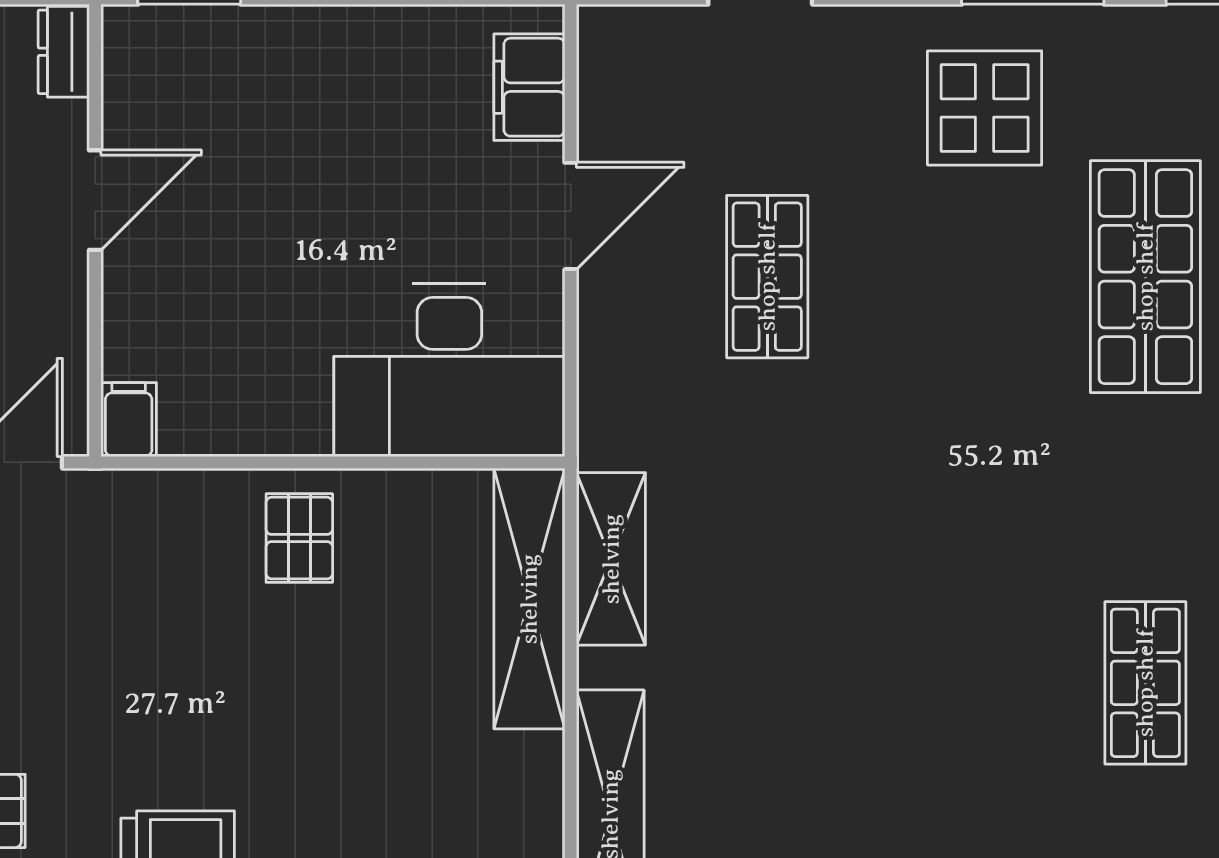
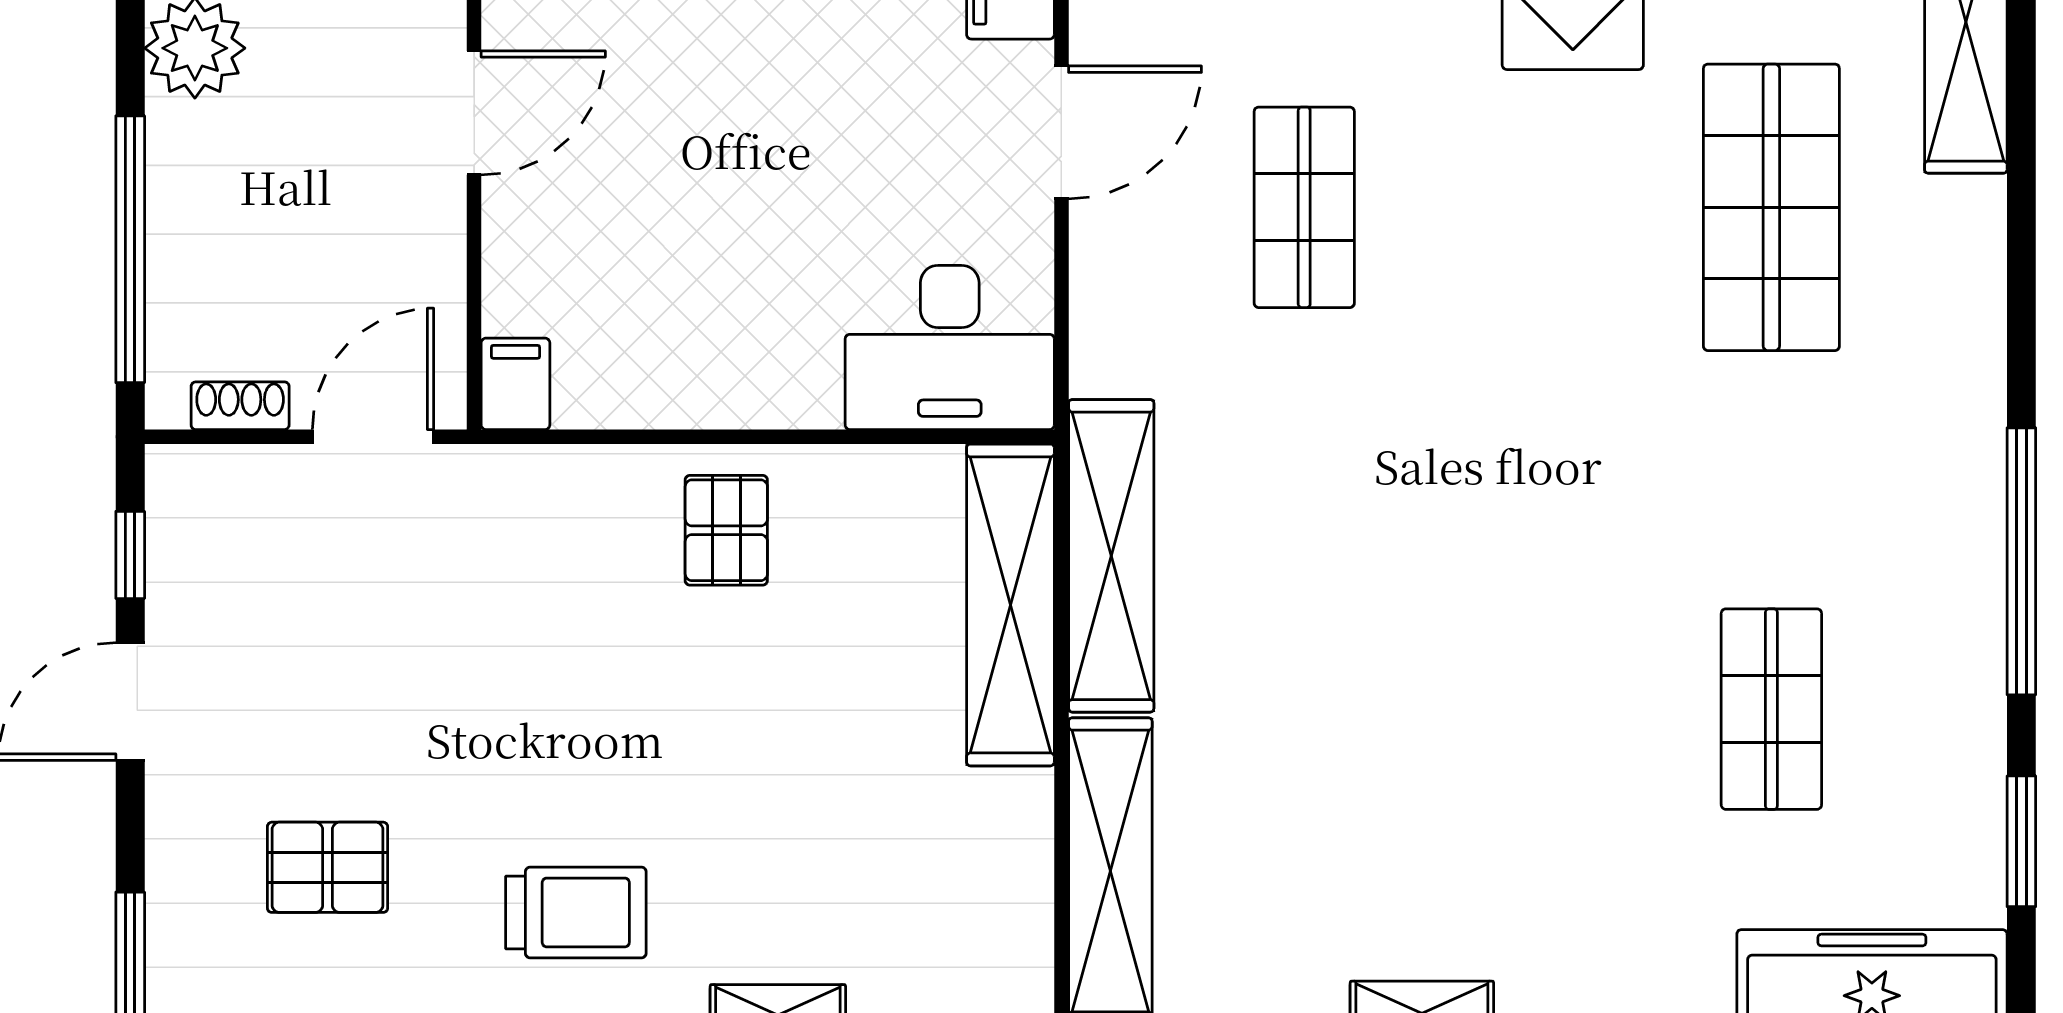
desk: (449, 370) -> (950, 347), width x0.73, depth x0.77
shelving: (611, 559) -> (1111, 556), width x1.47

